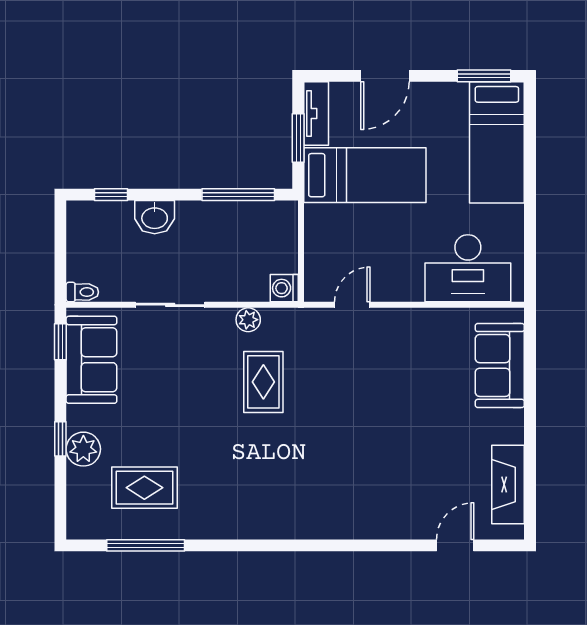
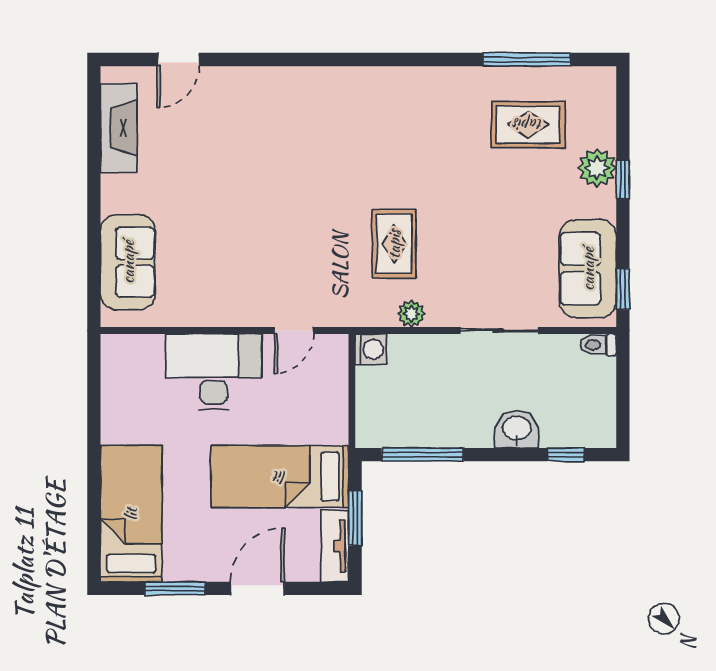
window: (484, 76) -> (175, 588), moved
desk: (468, 268) -> (214, 372), moved

